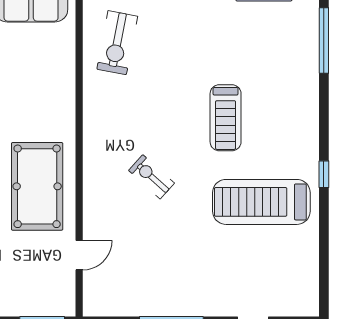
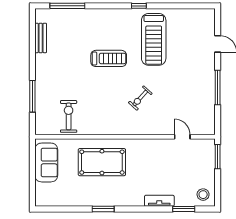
exercise bike: (117, 43) -> (69, 116), turned -101
pool table: (37, 186) -> (102, 162), moved

